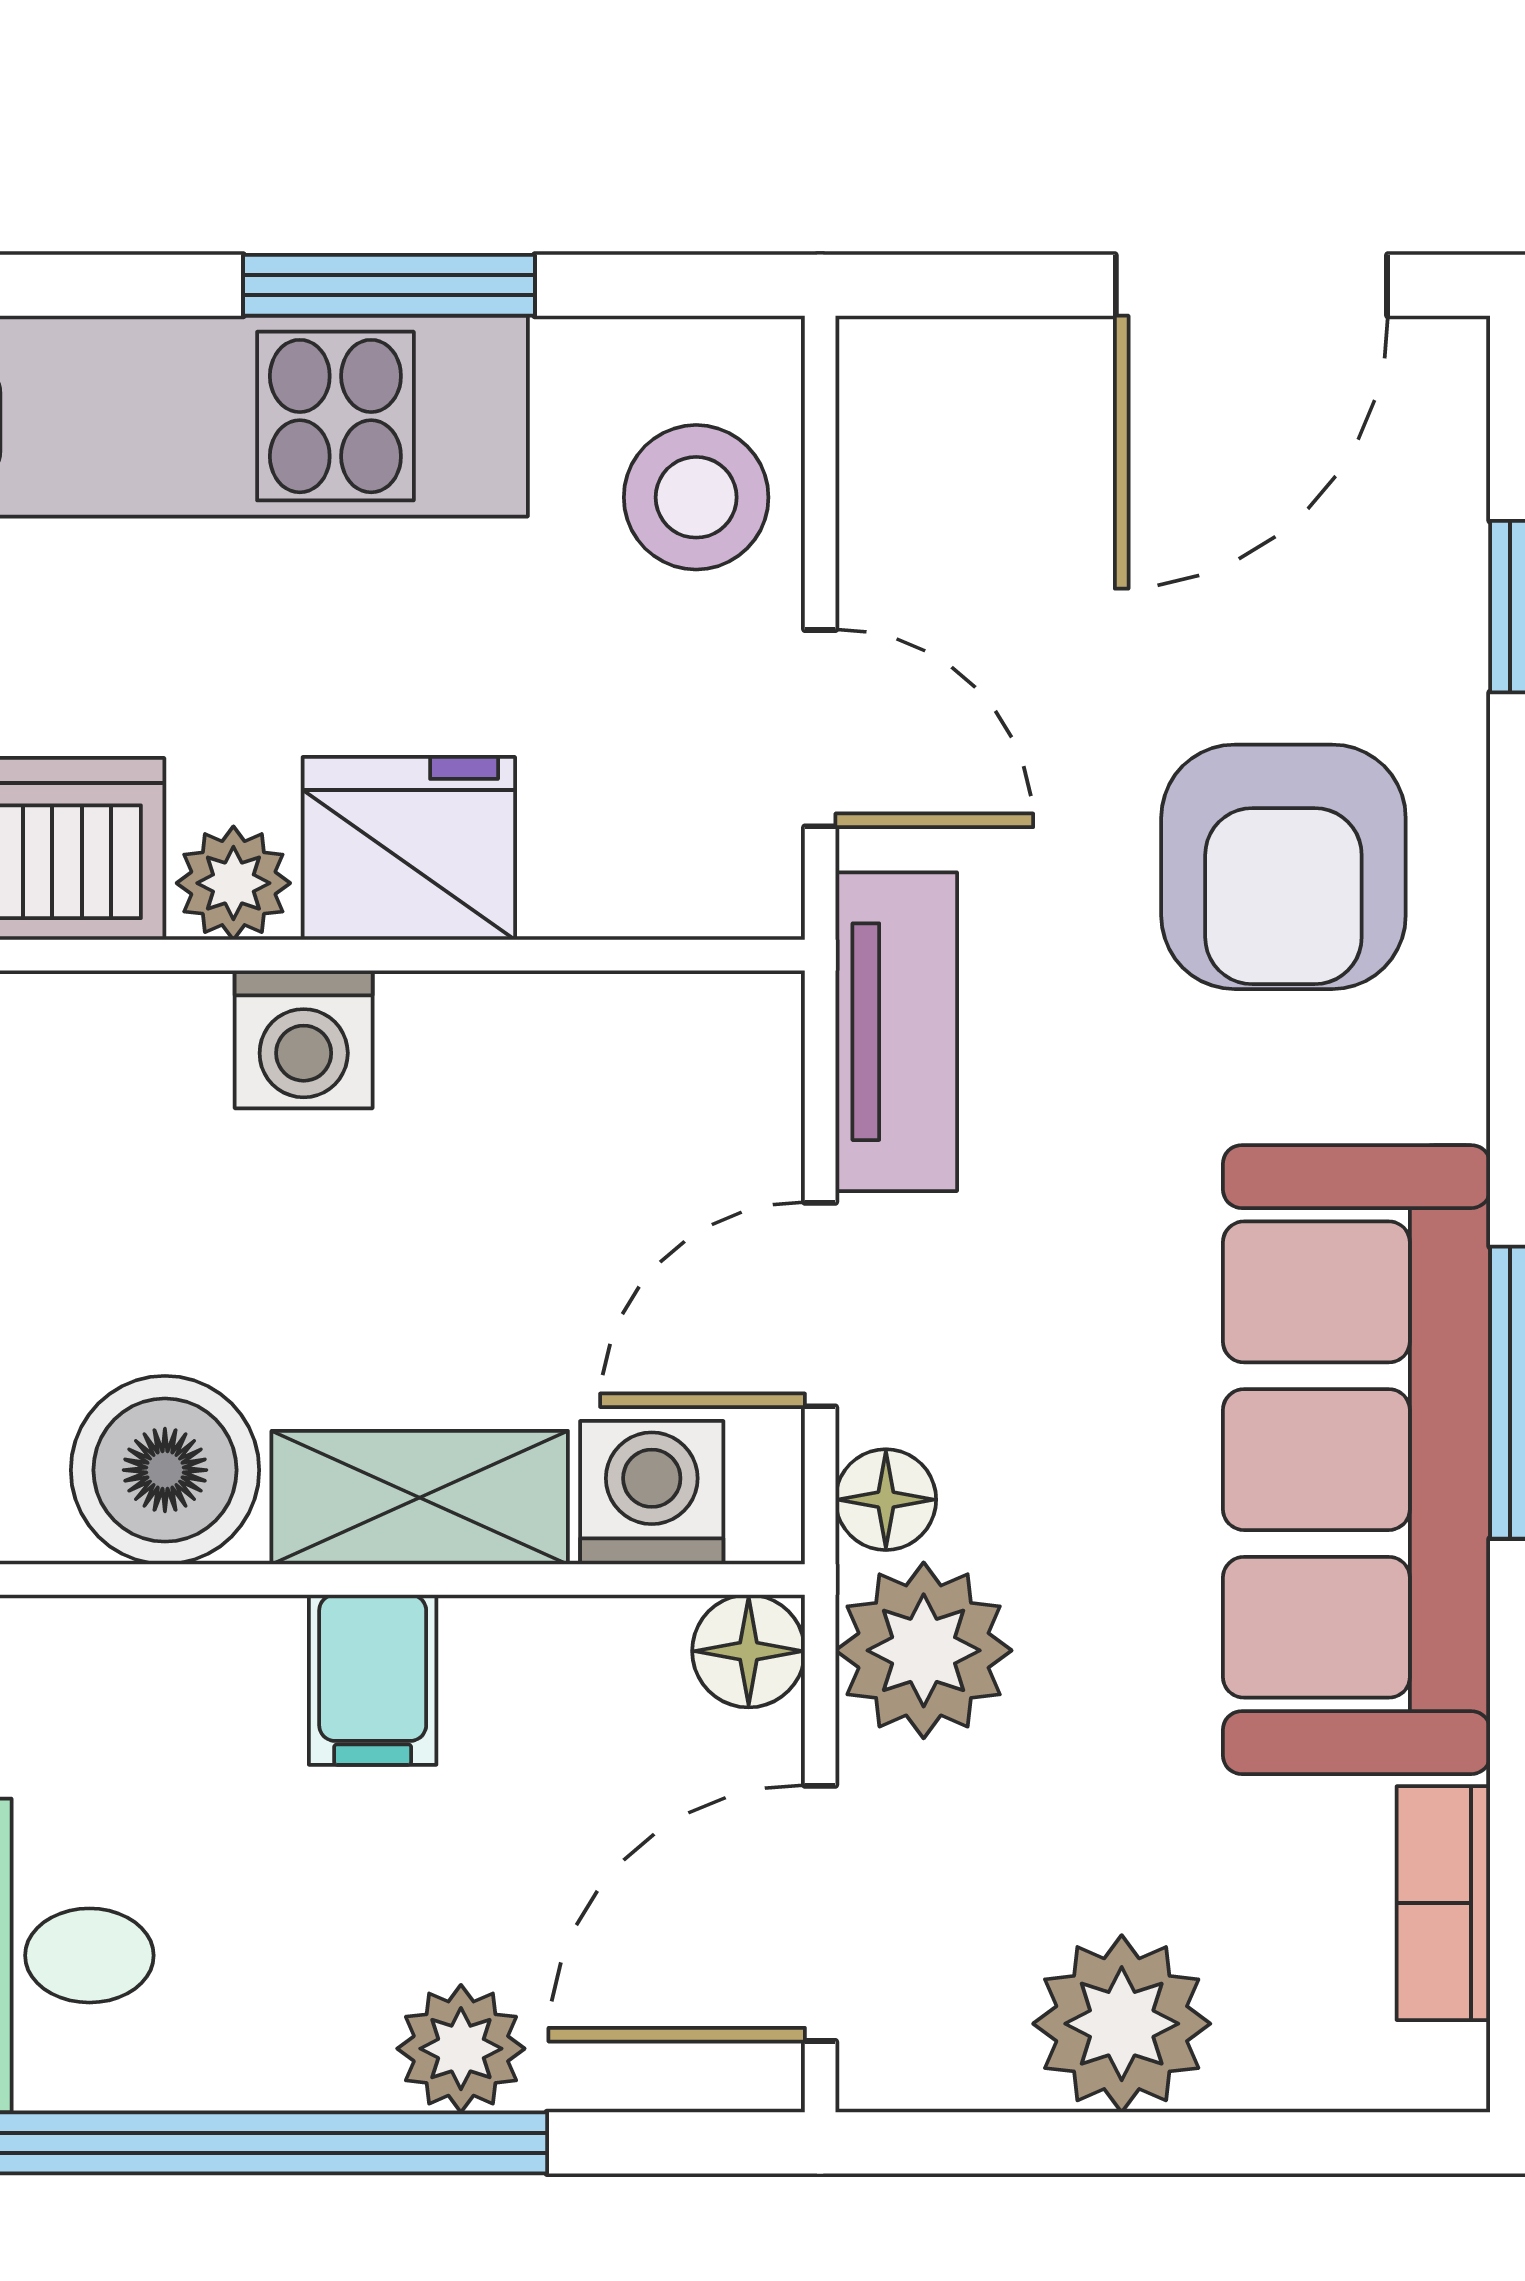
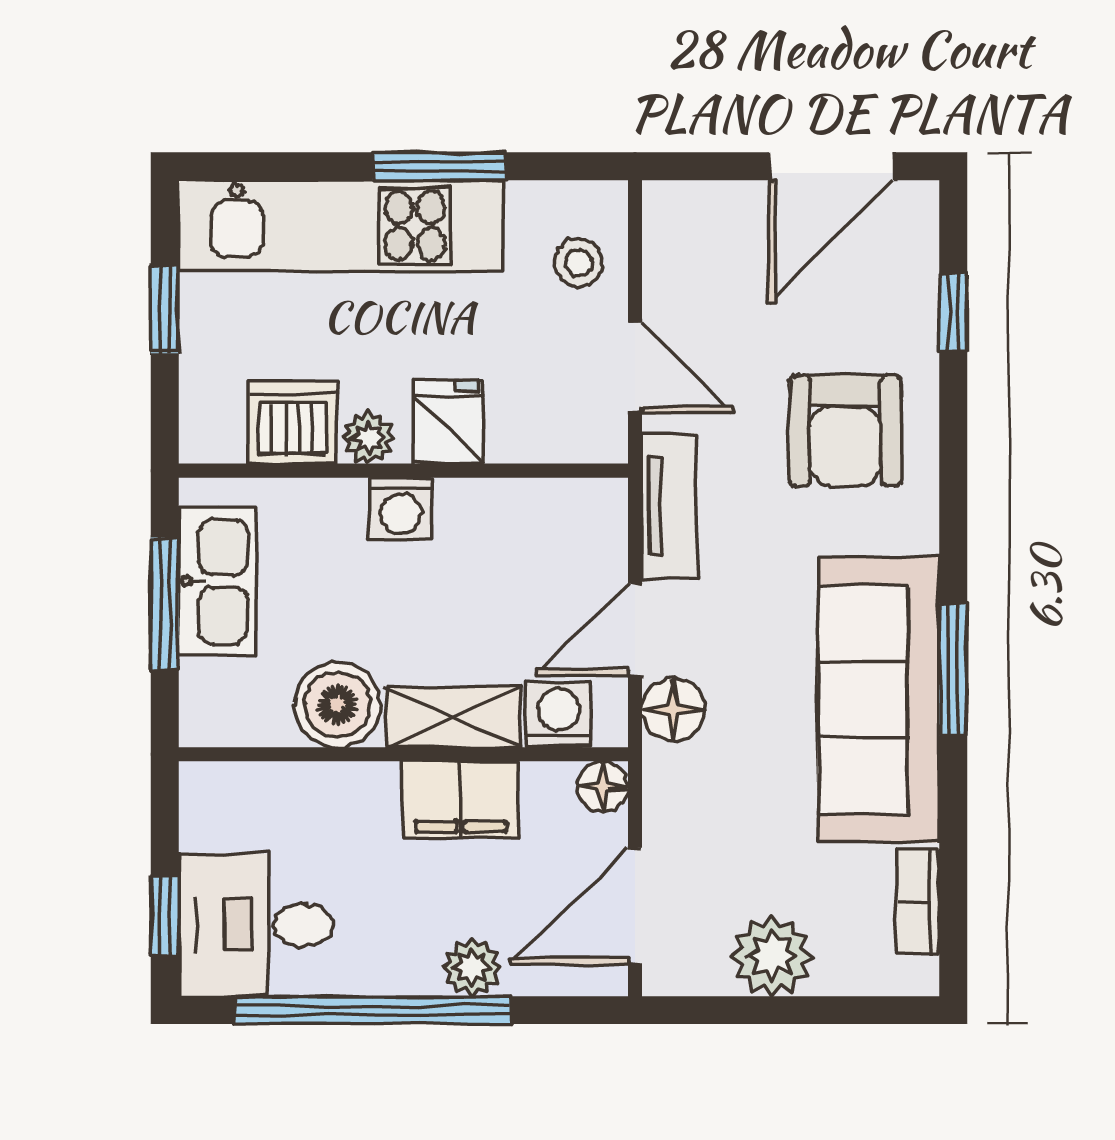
stool: (696, 497) -> (579, 263), width x0.73, depth x0.73
fridge: (409, 848) -> (448, 422), width x0.72
floor lamp: (886, 1500) -> (673, 709), width x1.37, depth x1.37
plant: (924, 1650) -> (682, 786), removed
filing cabinet: (373, 1680) -> (461, 800), width x2.00

